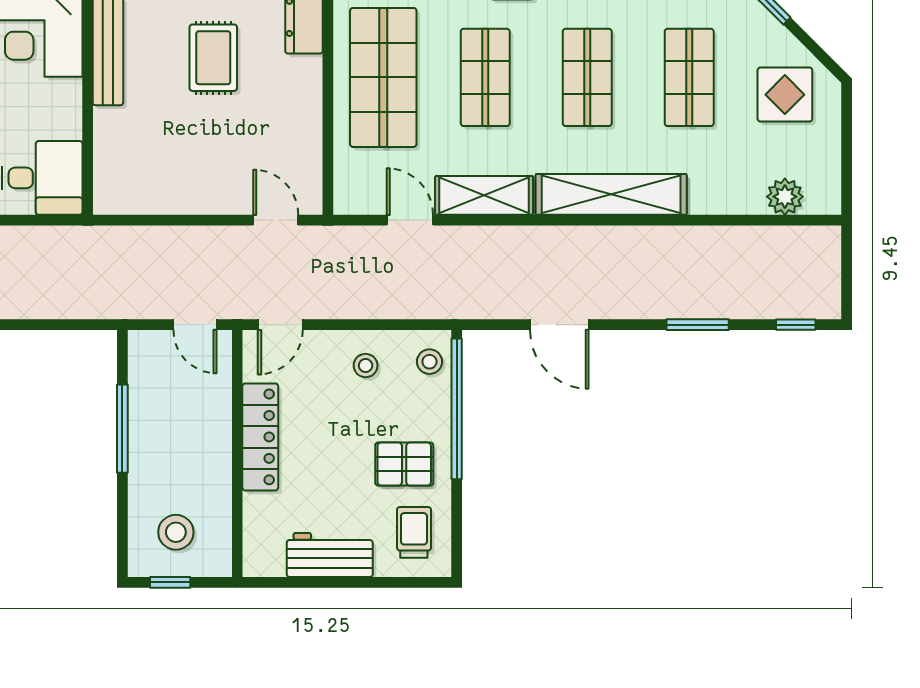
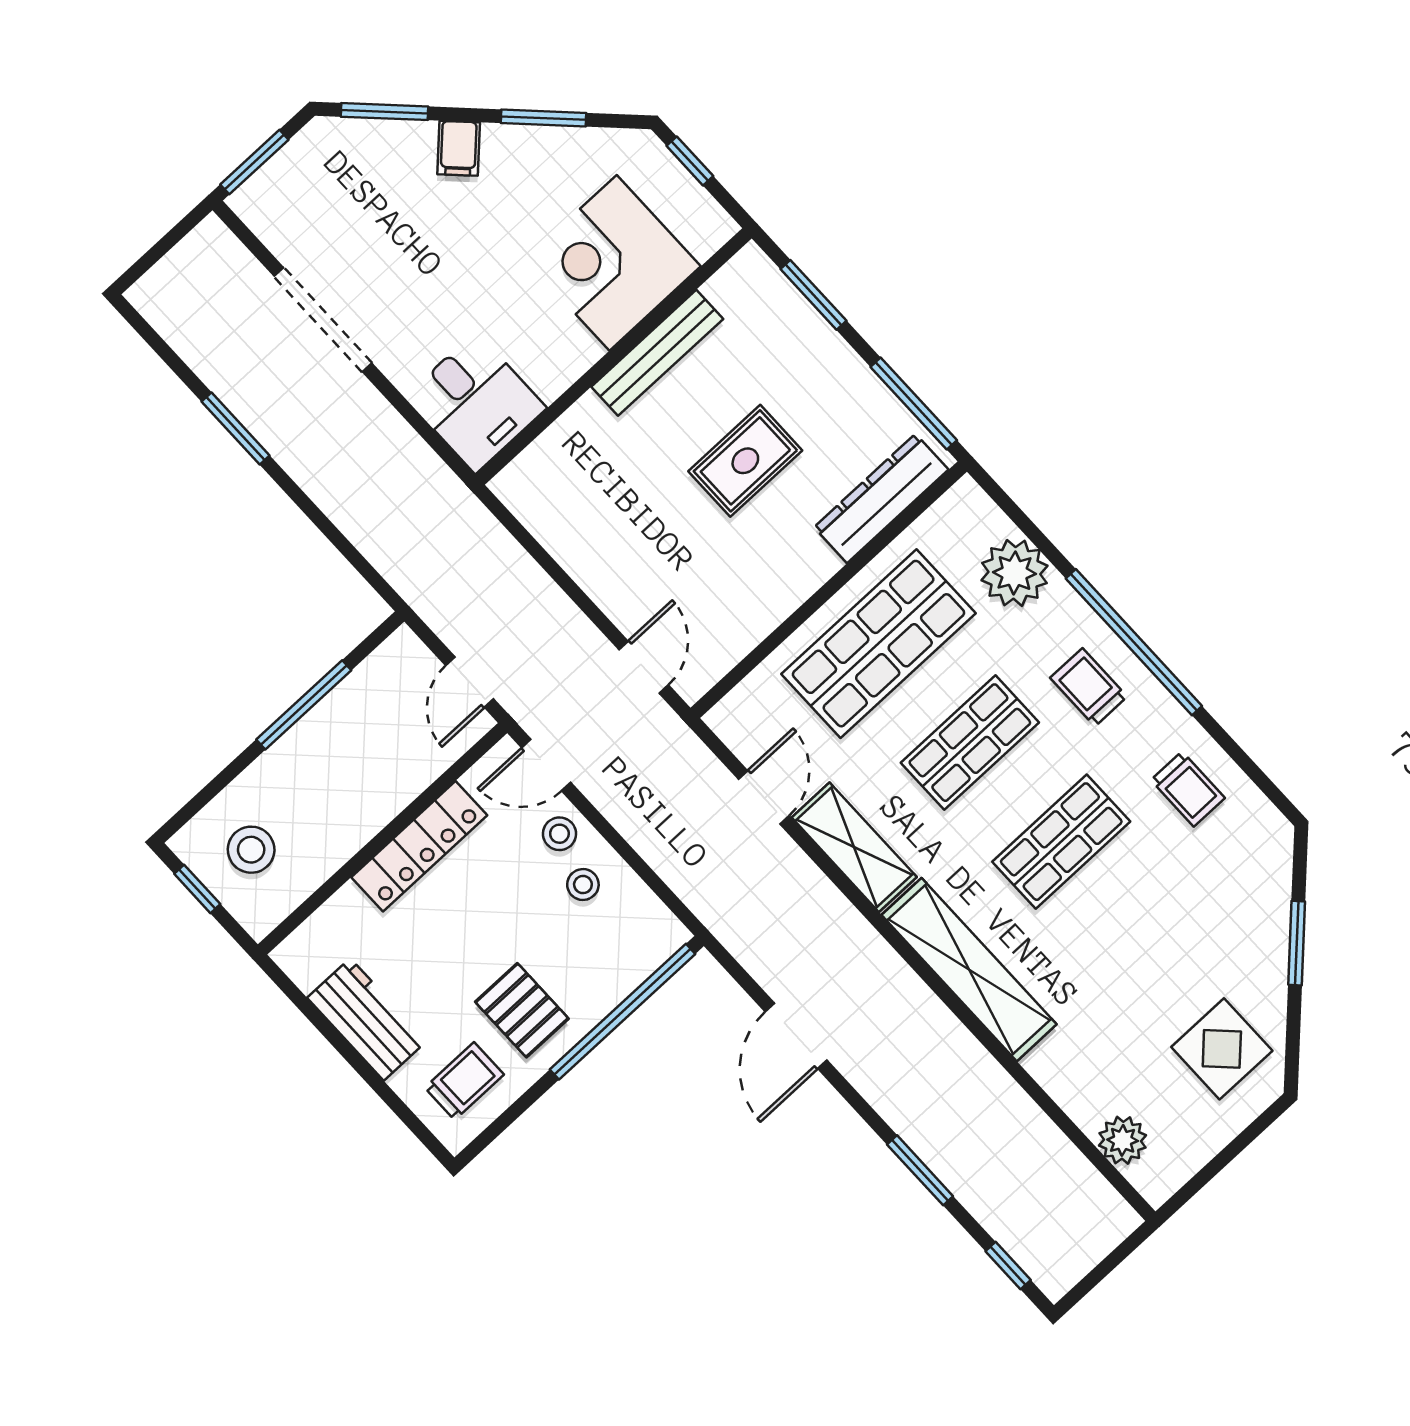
shop shelf: (689, 77) -> (1153, 941), removed
stool: (429, 362) -> (559, 834), moved

